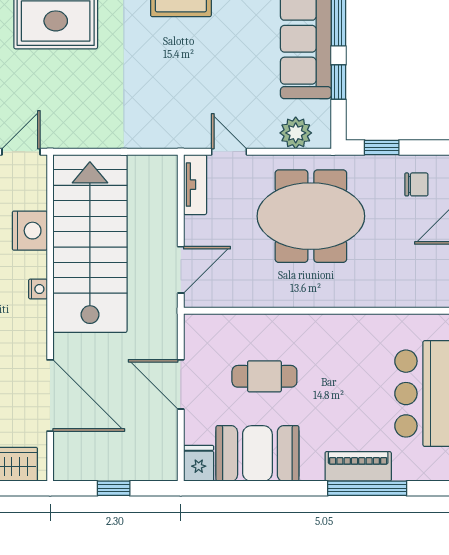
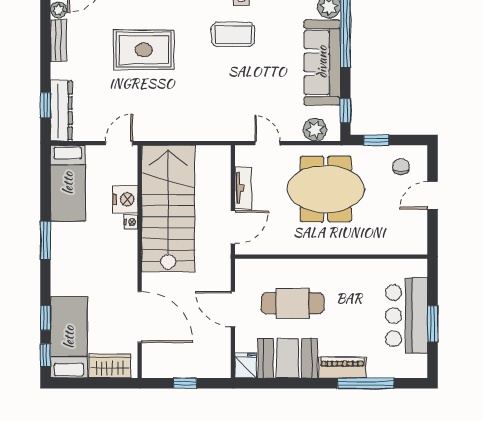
window: (338, 82) -> (345, 111), moved
chair: (416, 184) -> (401, 166), turned -90
tv unit: (195, 185) -> (243, 188), moved
nightstand: (38, 289) -> (131, 222), moved
cafe table: (264, 376) -> (293, 303), width x1.37, depth x1.35
piano: (358, 466) -> (342, 368), moved

